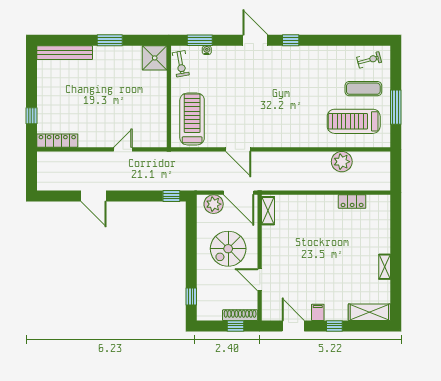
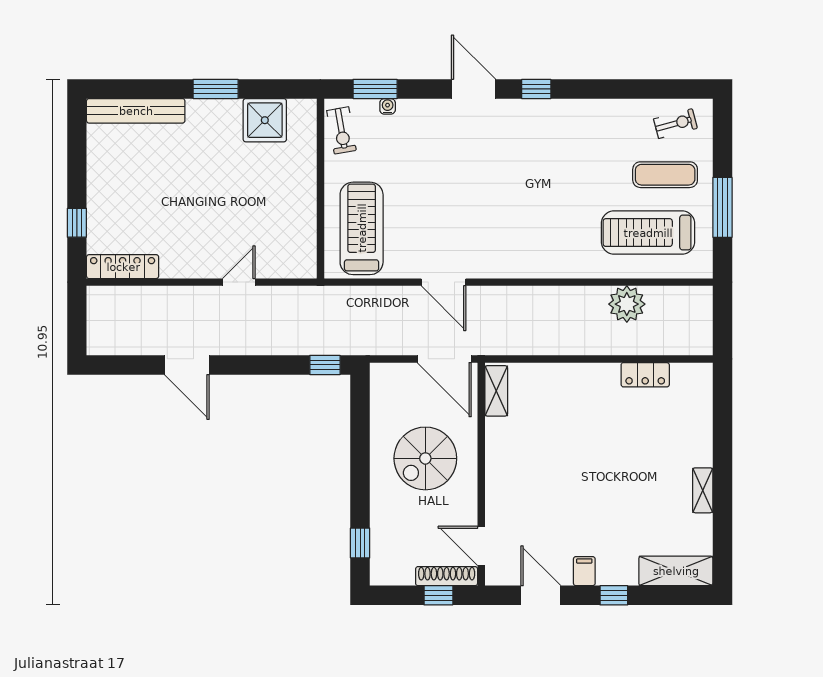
shower: (155, 58) -> (265, 120), moved
plant: (214, 204) -> (400, 379), removed
door: (260, 280) -> (481, 546), moved

